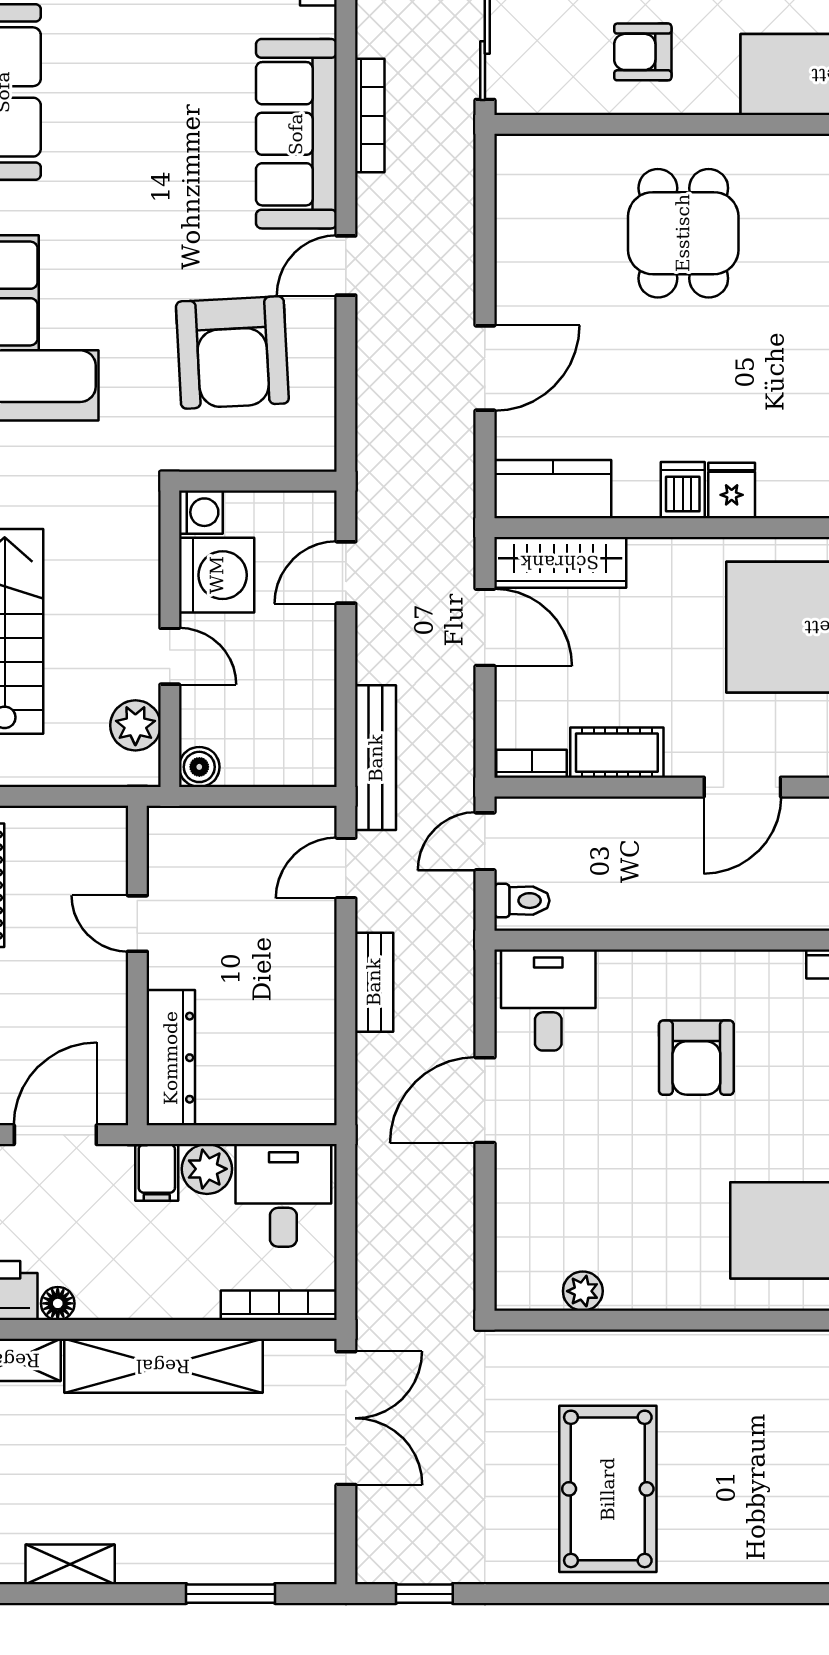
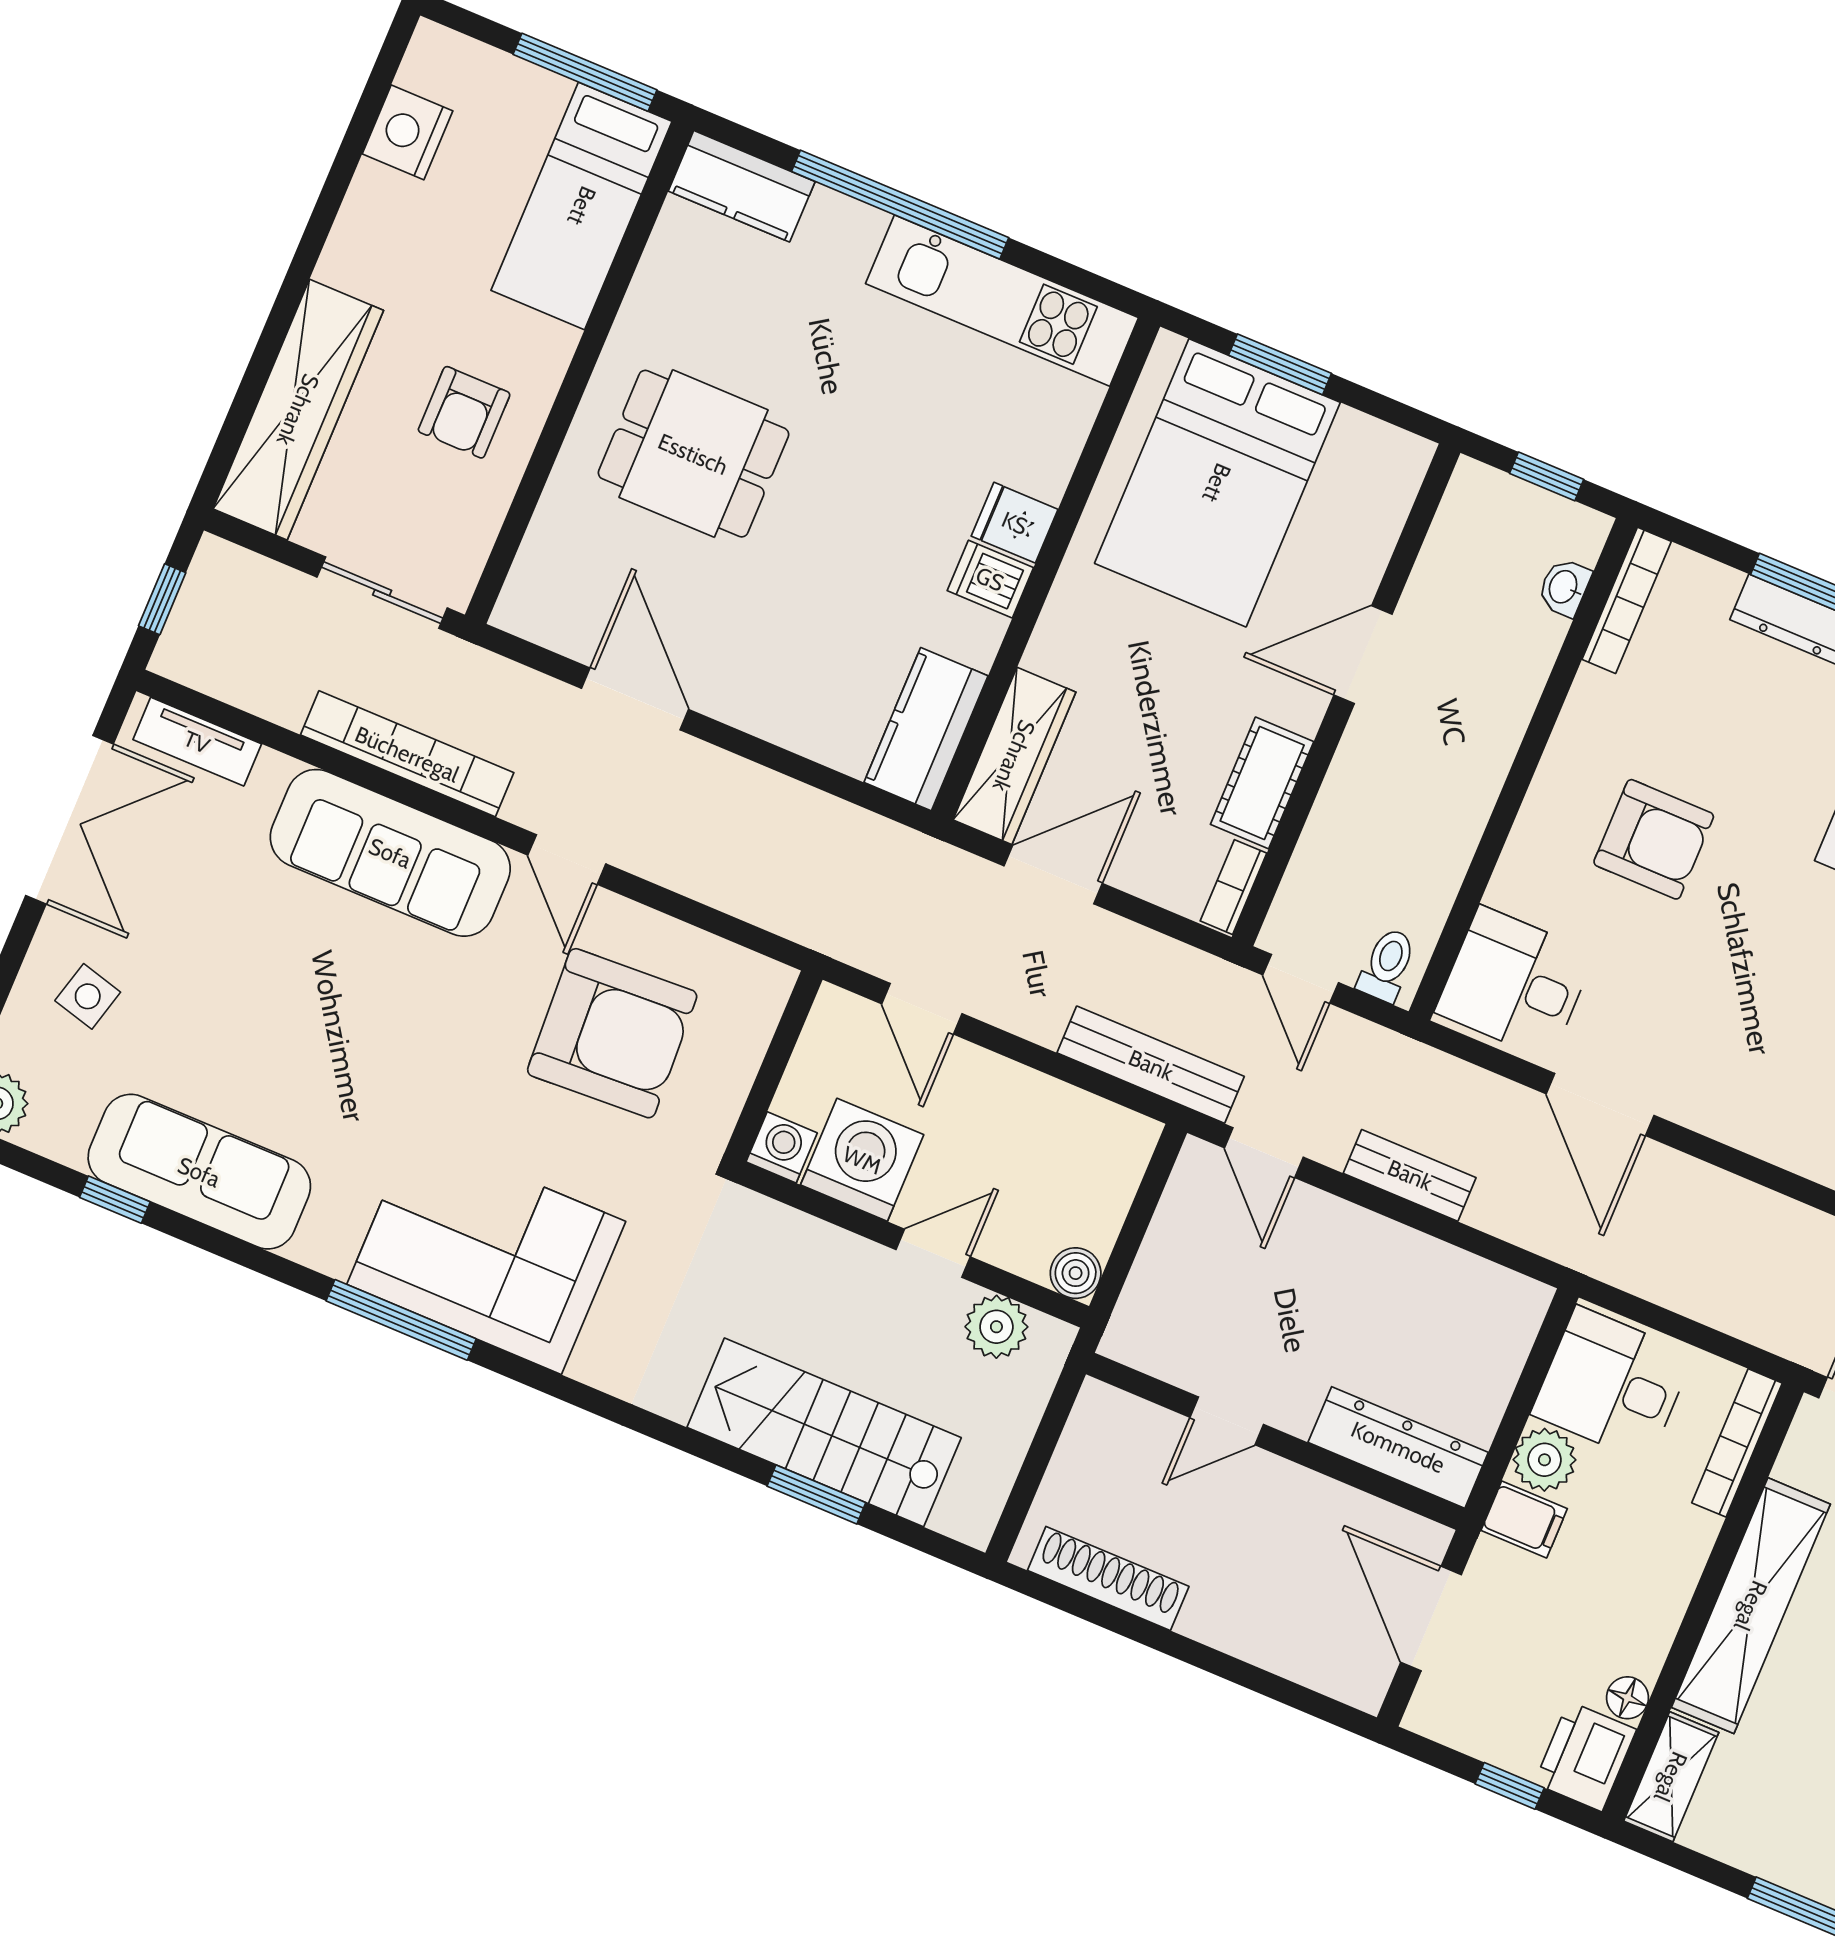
bookcase: (370, 116) -> (407, 754), width x1.48, depth x1.31
door: (485, 368) -> (635, 699), moved
door: (742, 787) -> (1363, 655), swing flipped

